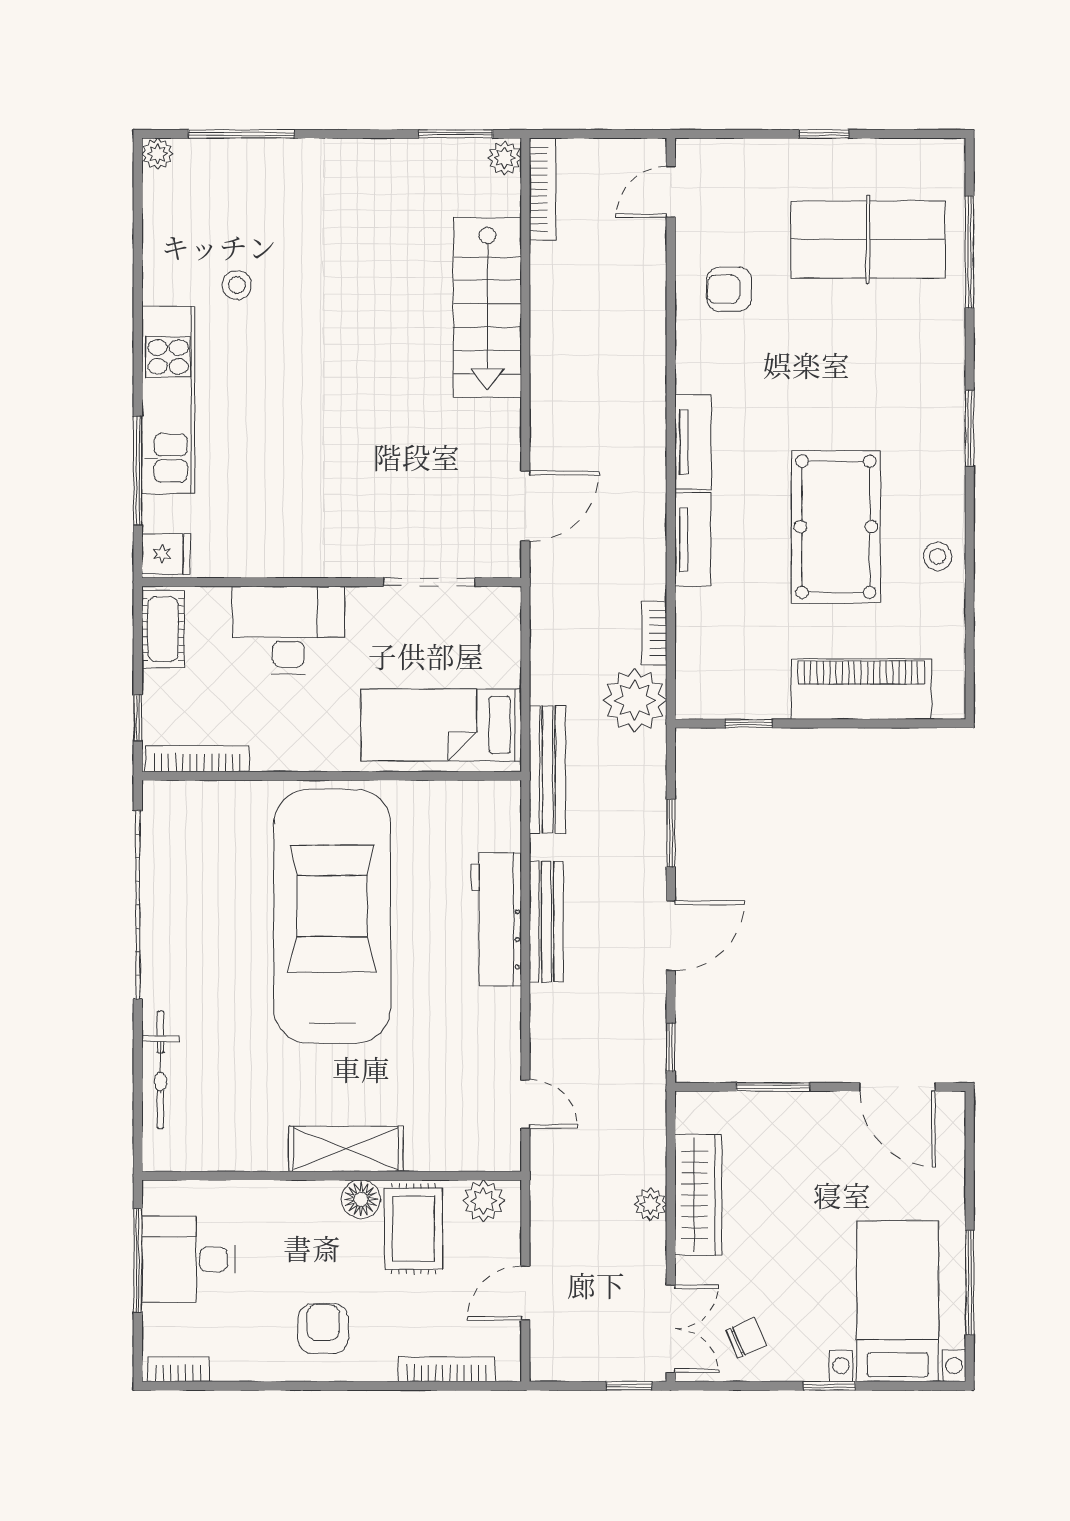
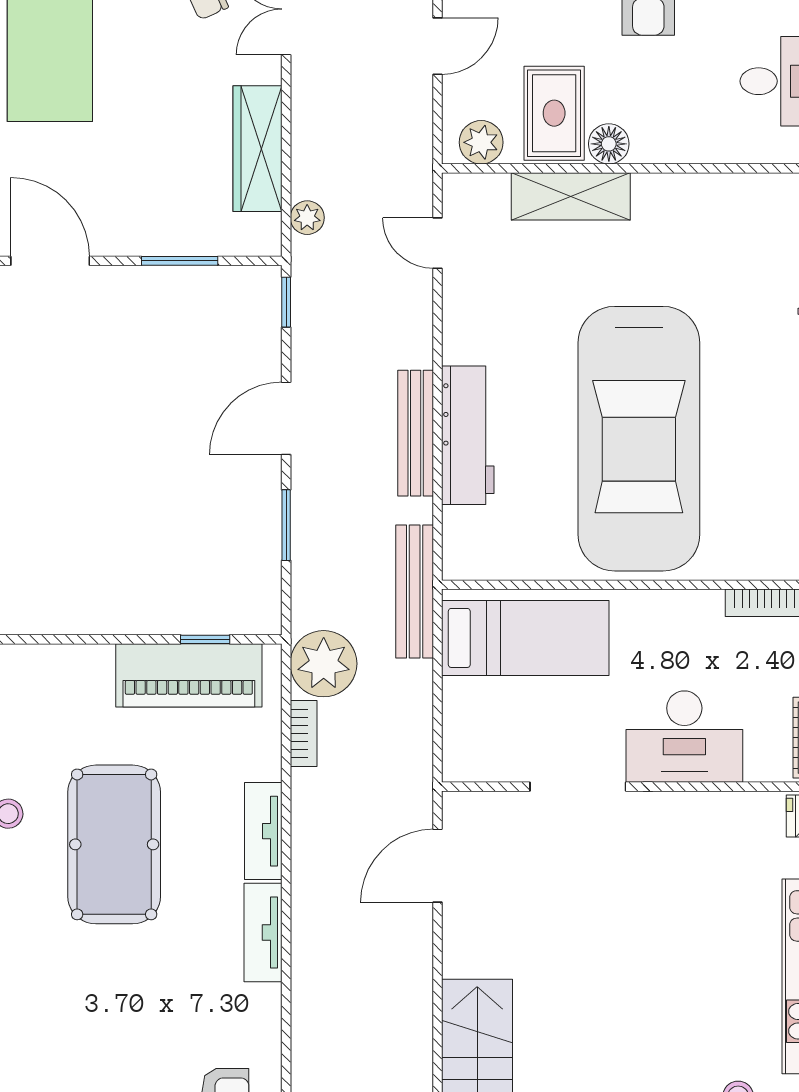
doorway: (429, 582) -> (578, 787), moved
piano: (861, 689) -> (189, 675), moved
shelving: (346, 1149) -> (571, 196), moved
plant: (651, 1204) -> (307, 218), moved

